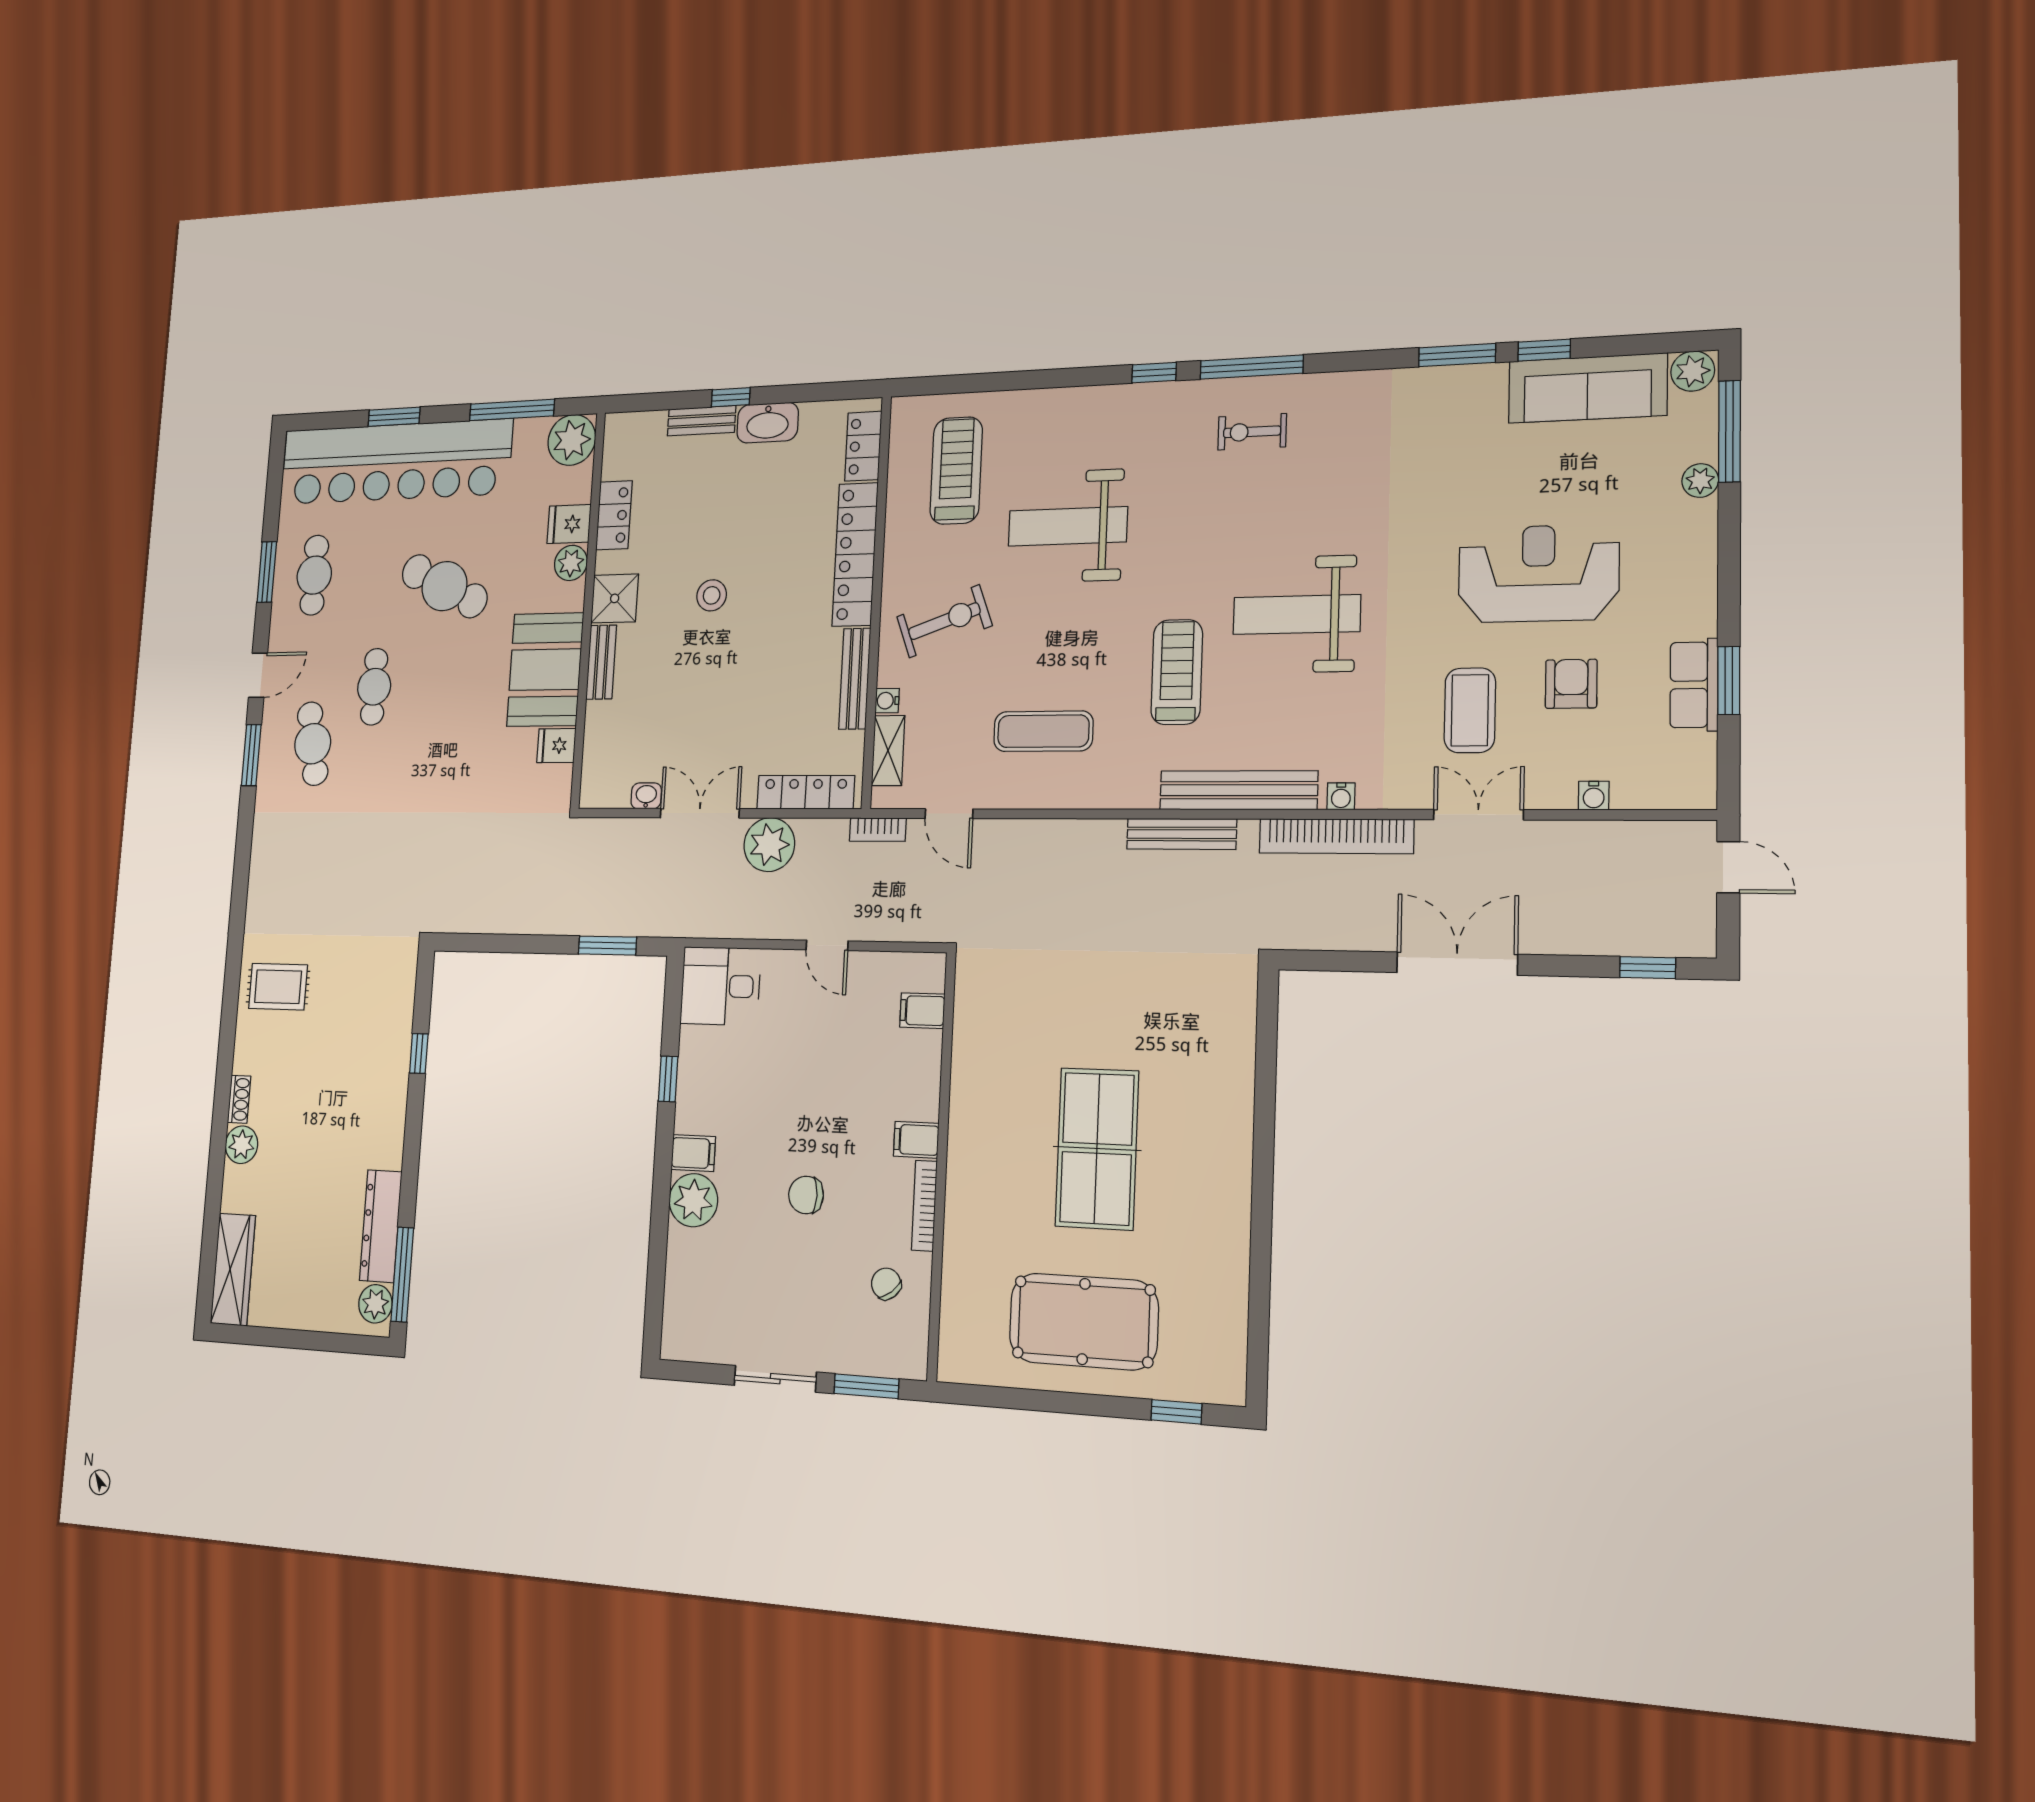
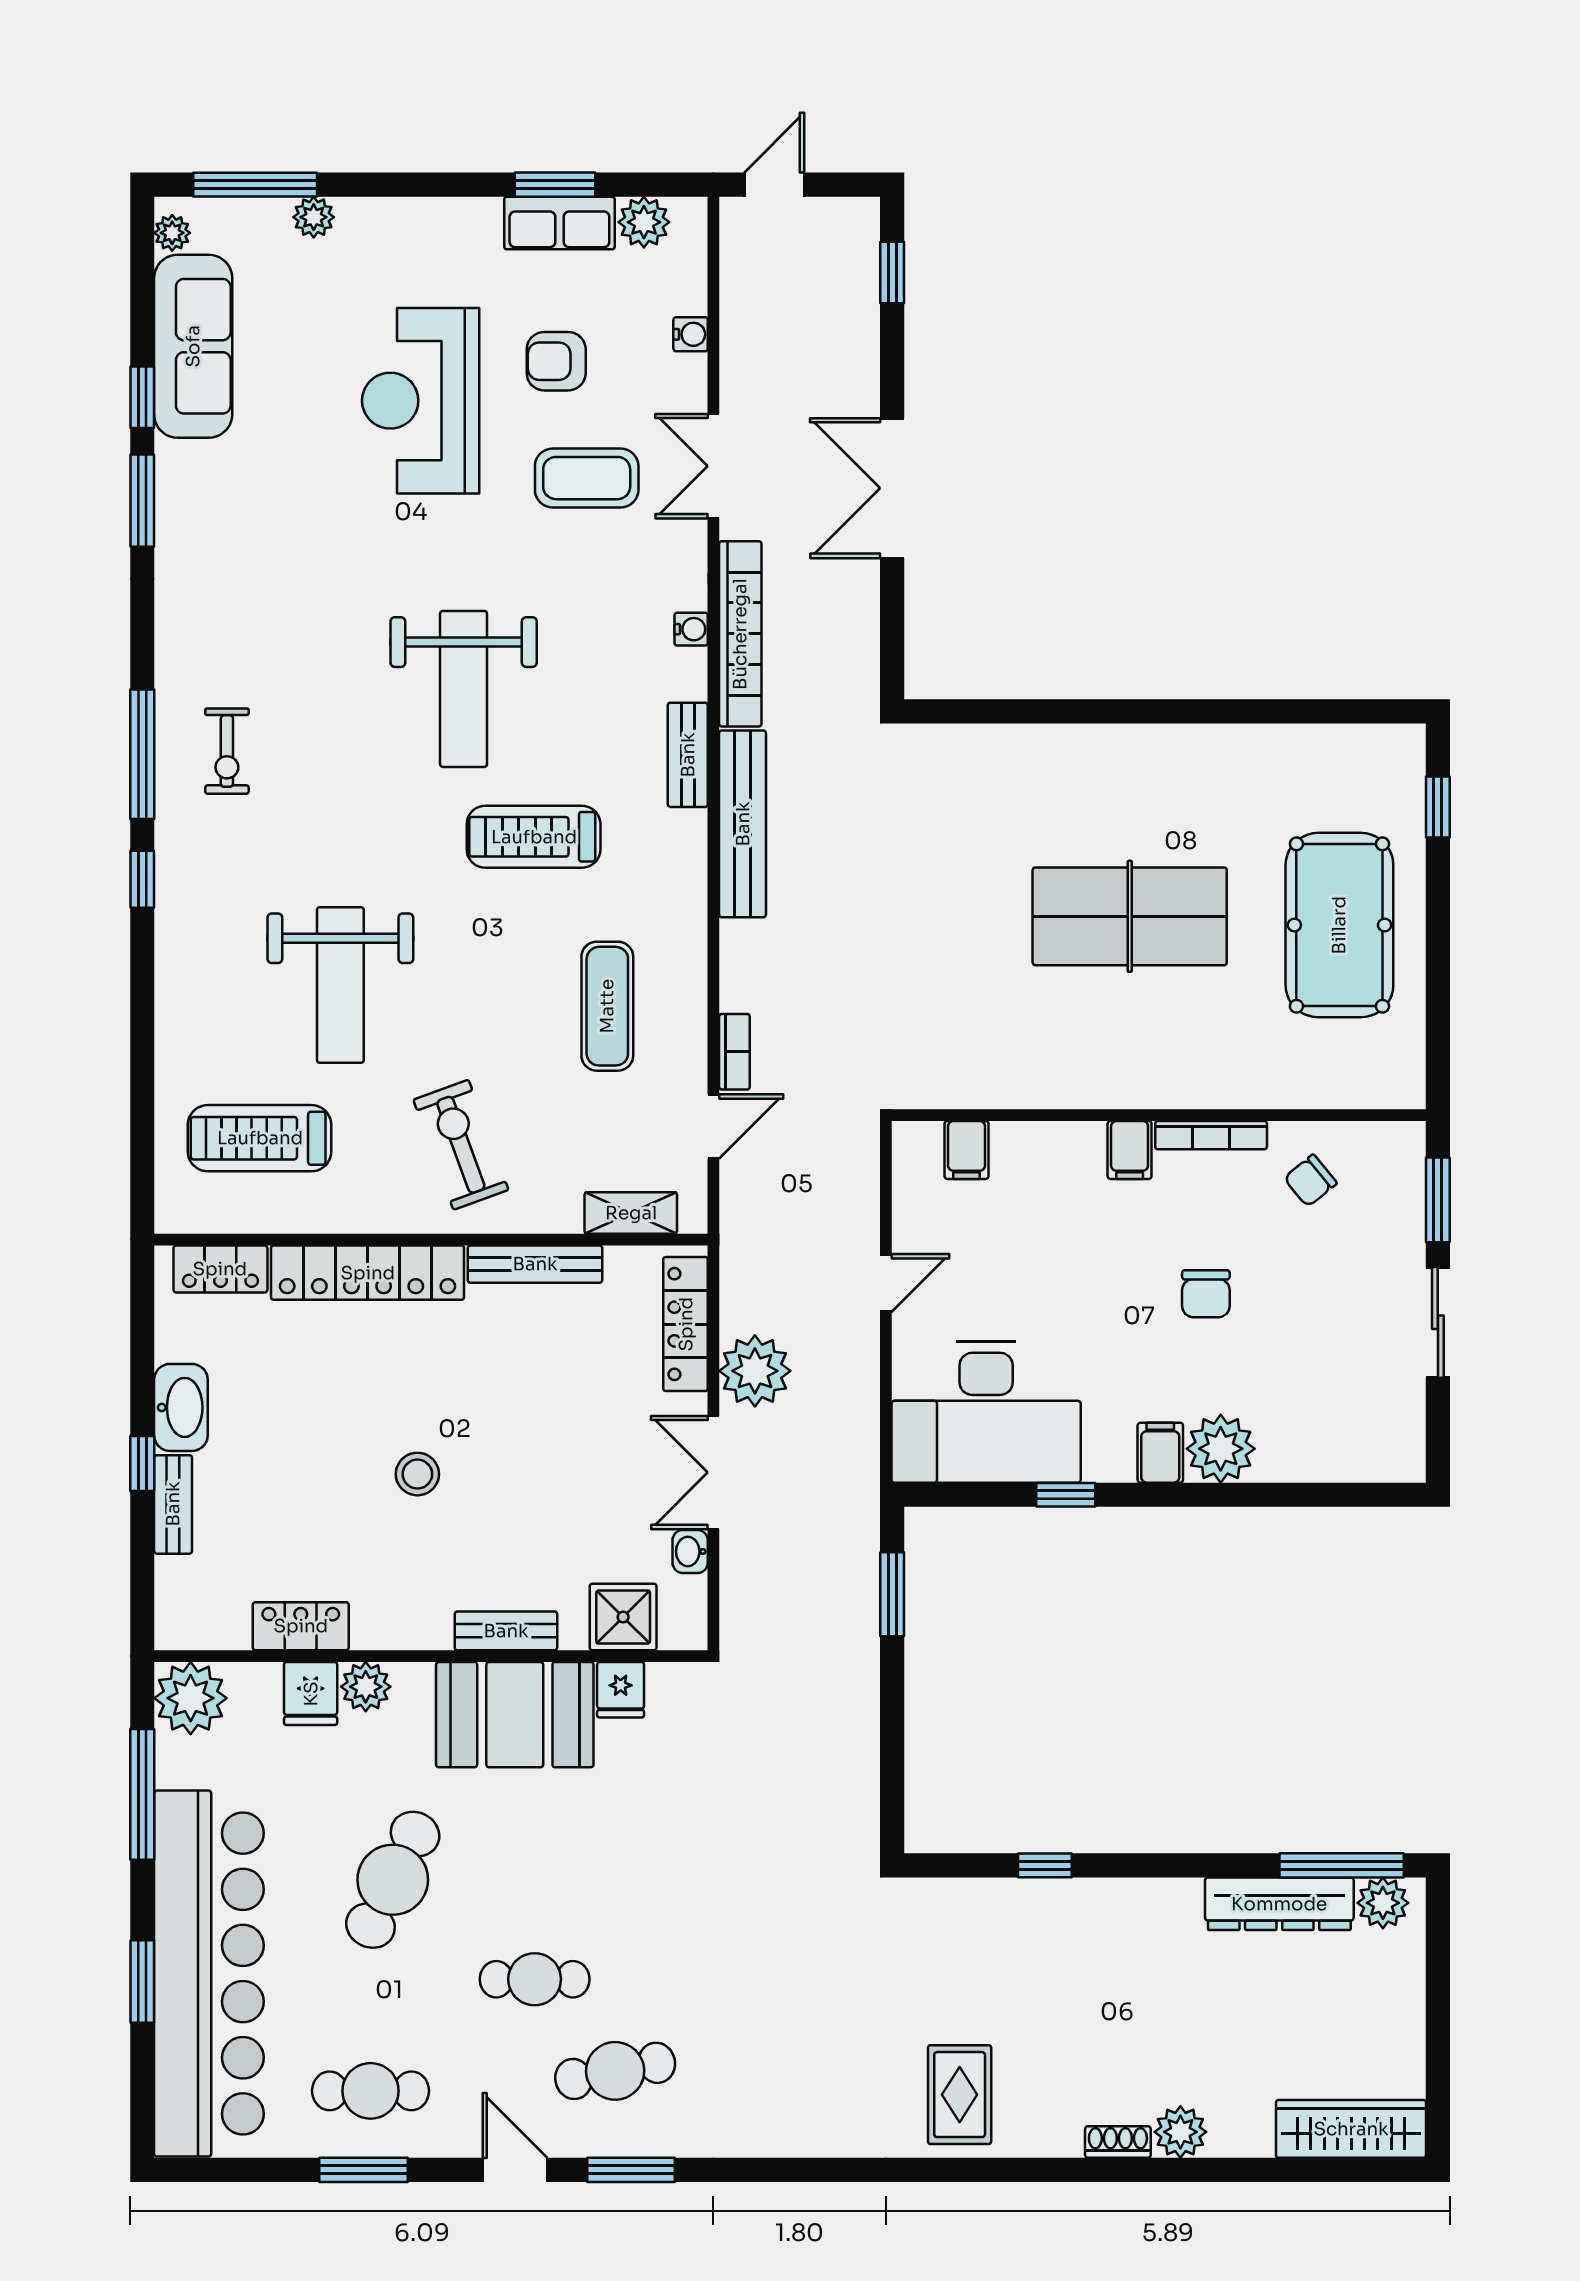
plant: (1693, 371) -> (172, 233), width x0.73, depth x0.73
shower: (615, 598) -> (623, 1617), moved
water cooler: (887, 701) -> (565, 1218), removed
plant: (1694, 756) -> (644, 222), added
bench: (1238, 790) -> (688, 755), width x0.54, depth x0.82
bookcase: (878, 830) -> (734, 1052), moved
bench: (1181, 834) -> (743, 824), width x1.37, depth x1.21
desk: (720, 986) -> (986, 1412), width x1.87, depth x1.30

